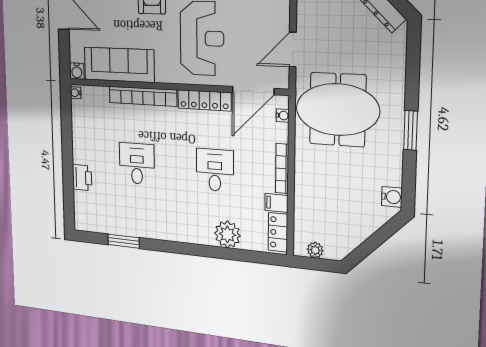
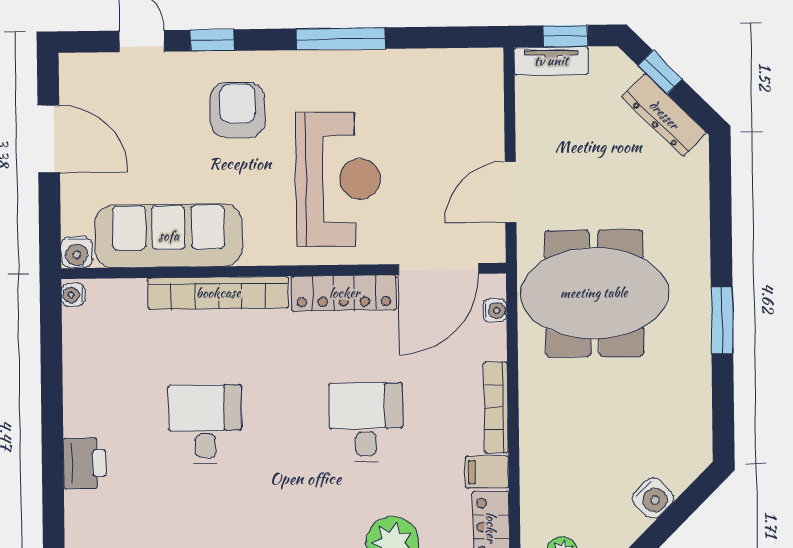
water cooler: (392, 197) -> (653, 498), moved, turned 45

